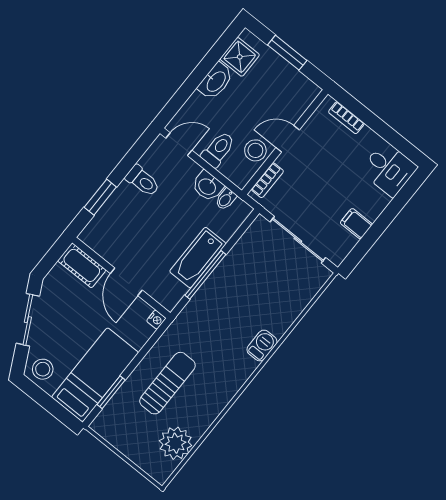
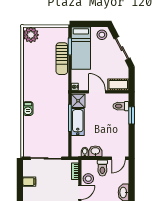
toilet: (143, 181) -> (121, 106), moved
shower: (169, 292) -> (78, 101), added
sun lounger: (167, 383) -> (62, 59), moved
plant: (176, 443) -> (31, 35), moved

